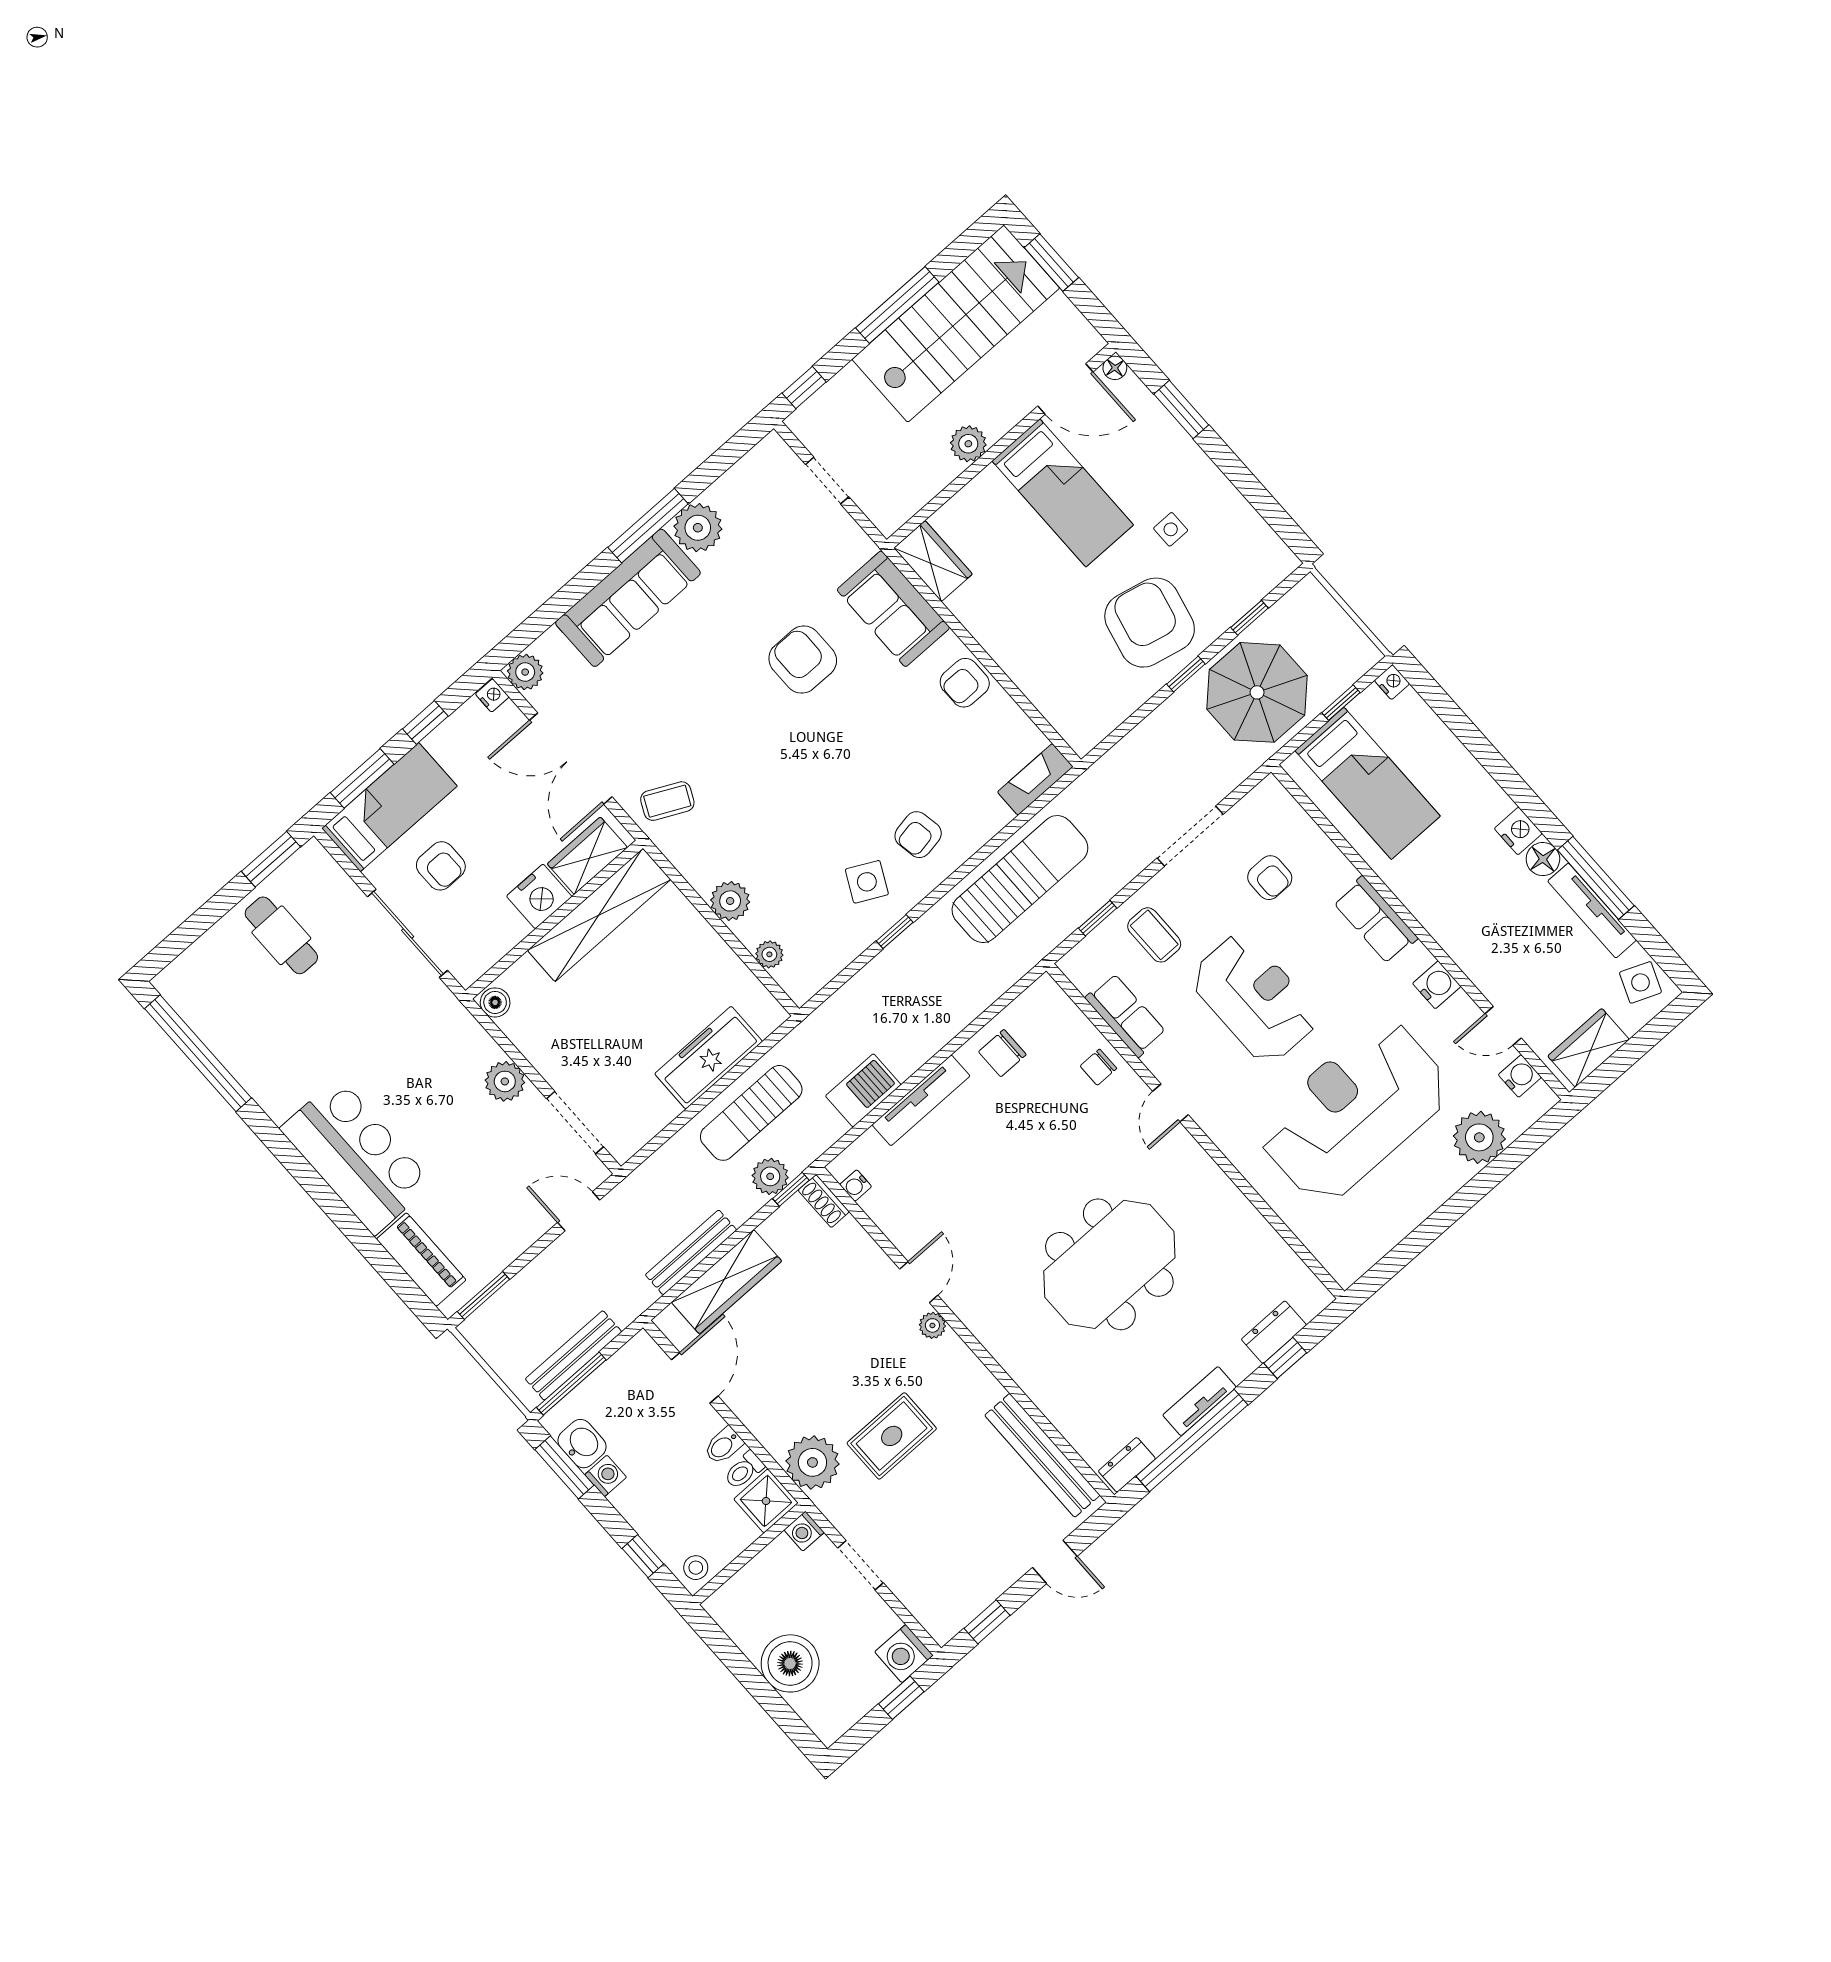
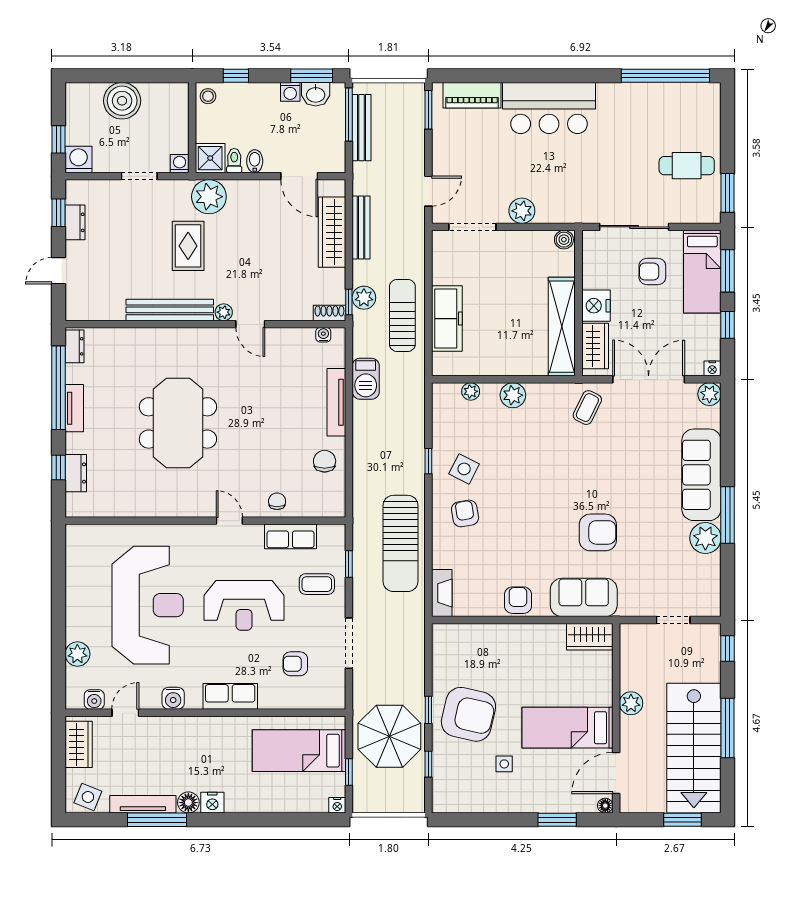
plant: (1479, 1137) -> (77, 654), width x0.73, depth x0.73
bench: (1042, 1455) -> (170, 310), moved
dresser: (981, 1593) -> (75, 222), added

